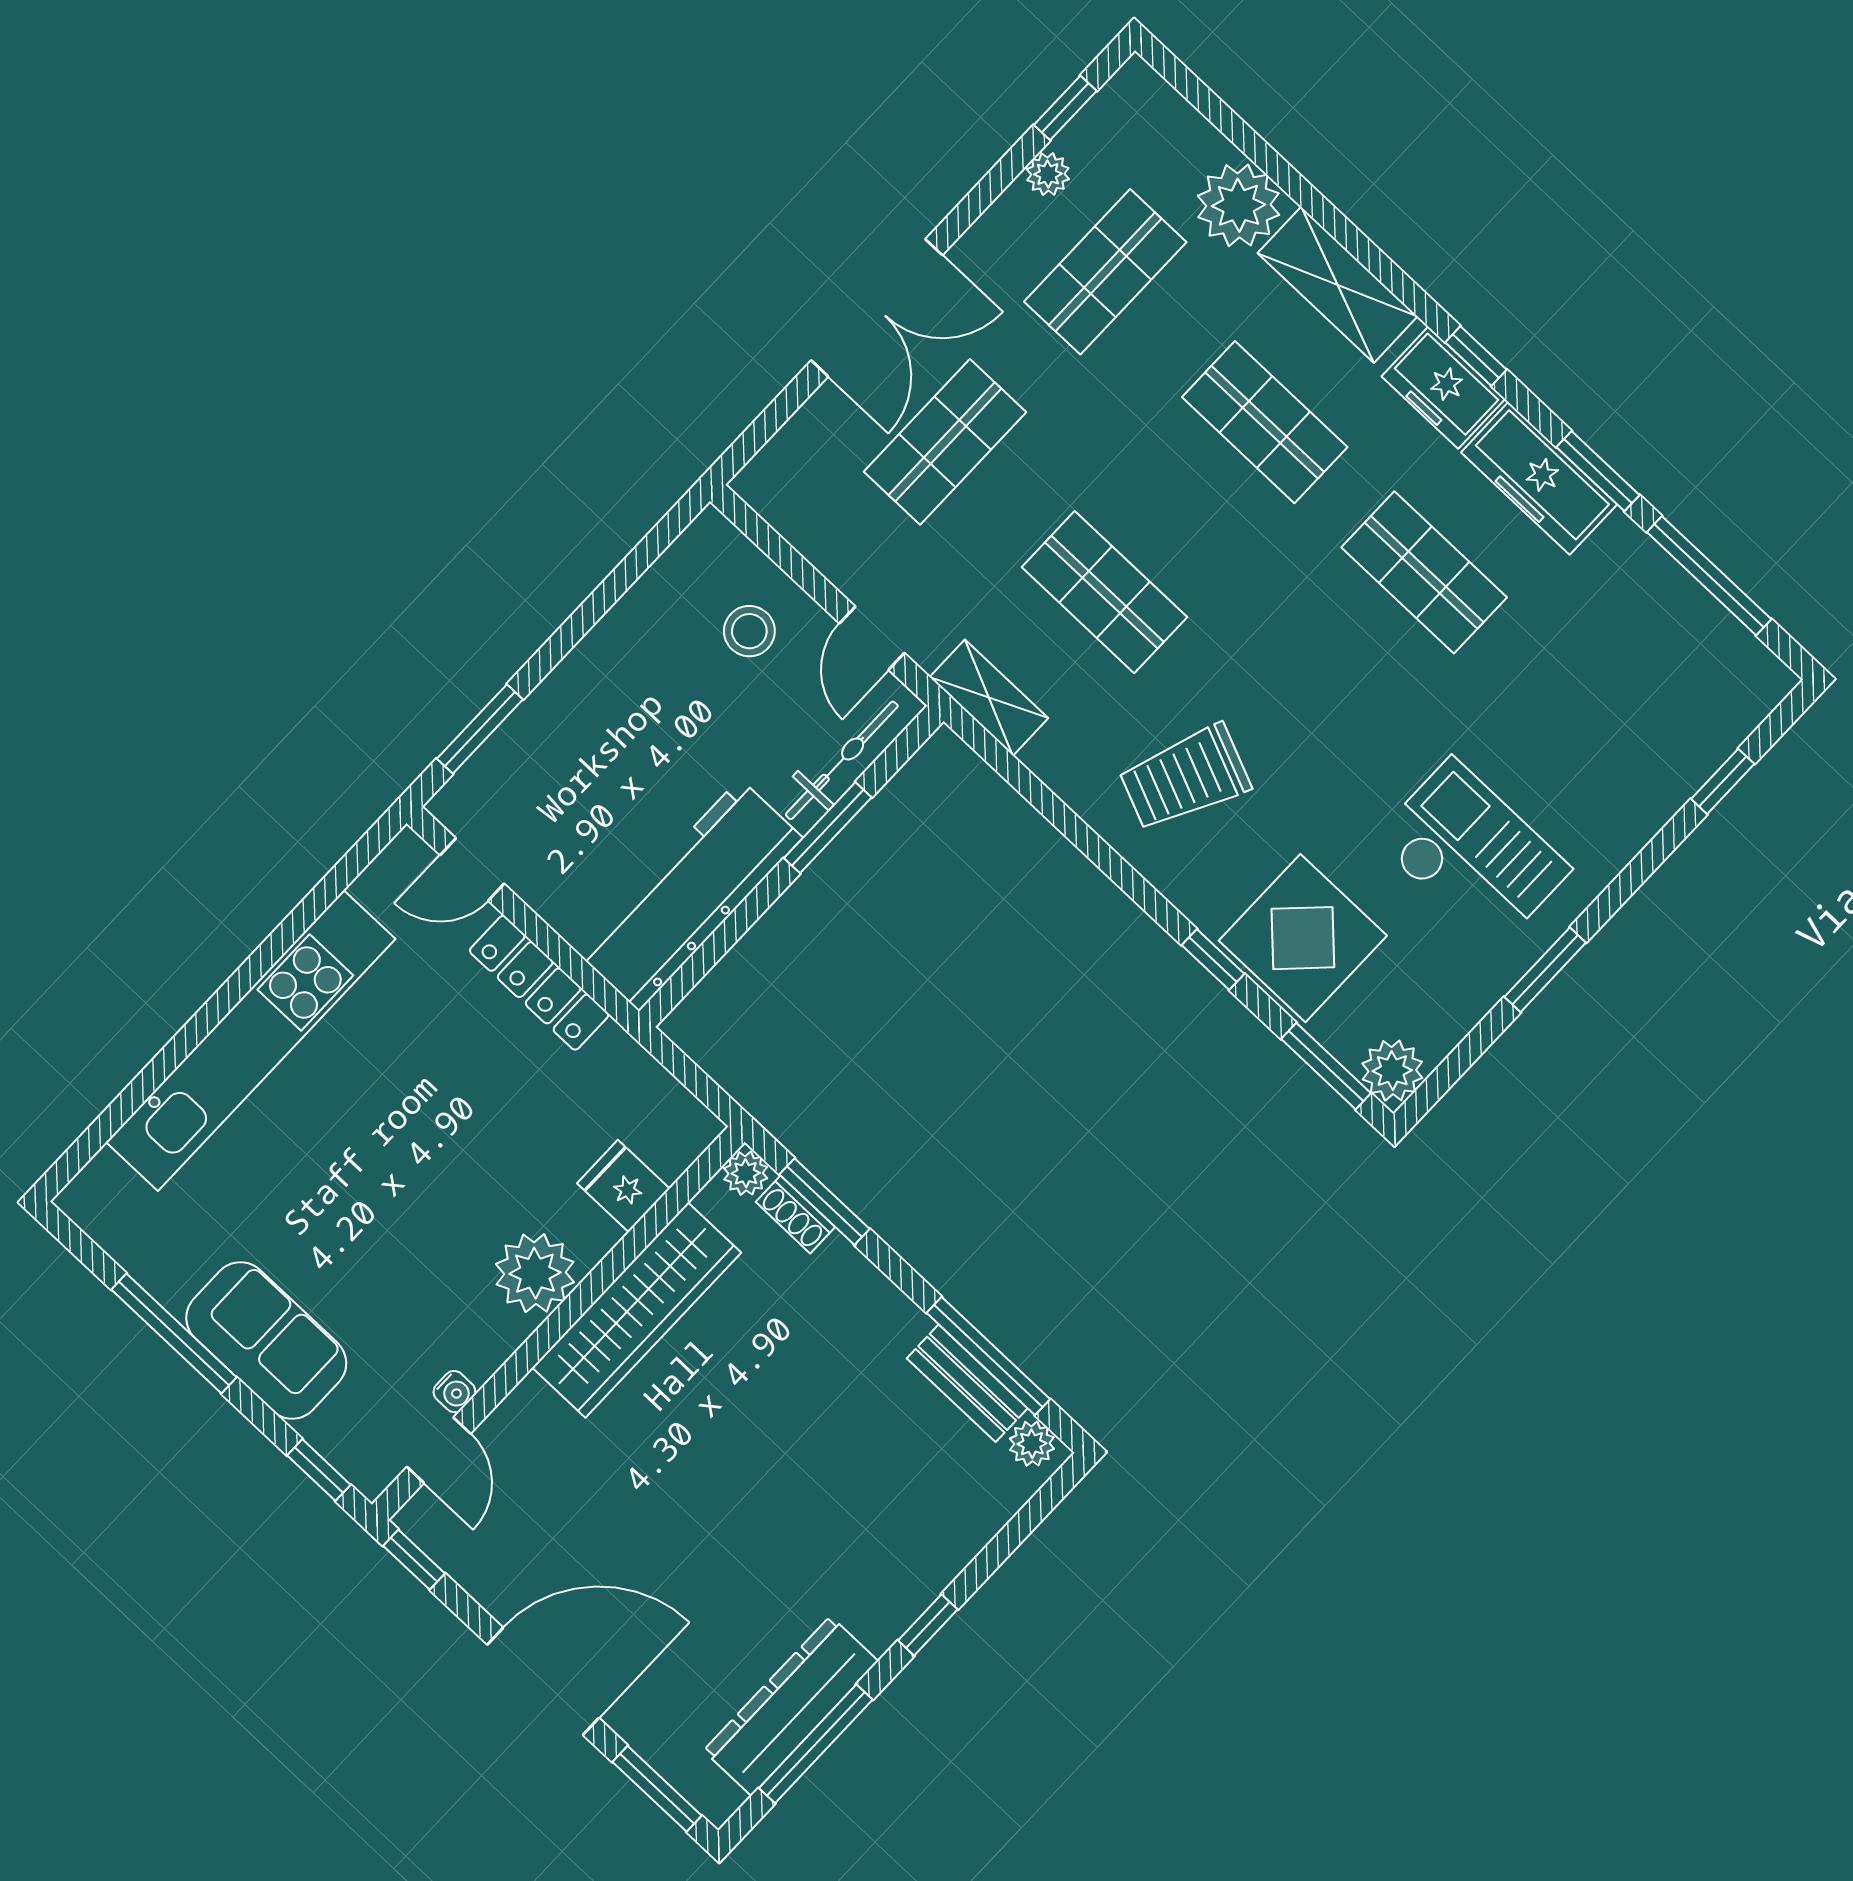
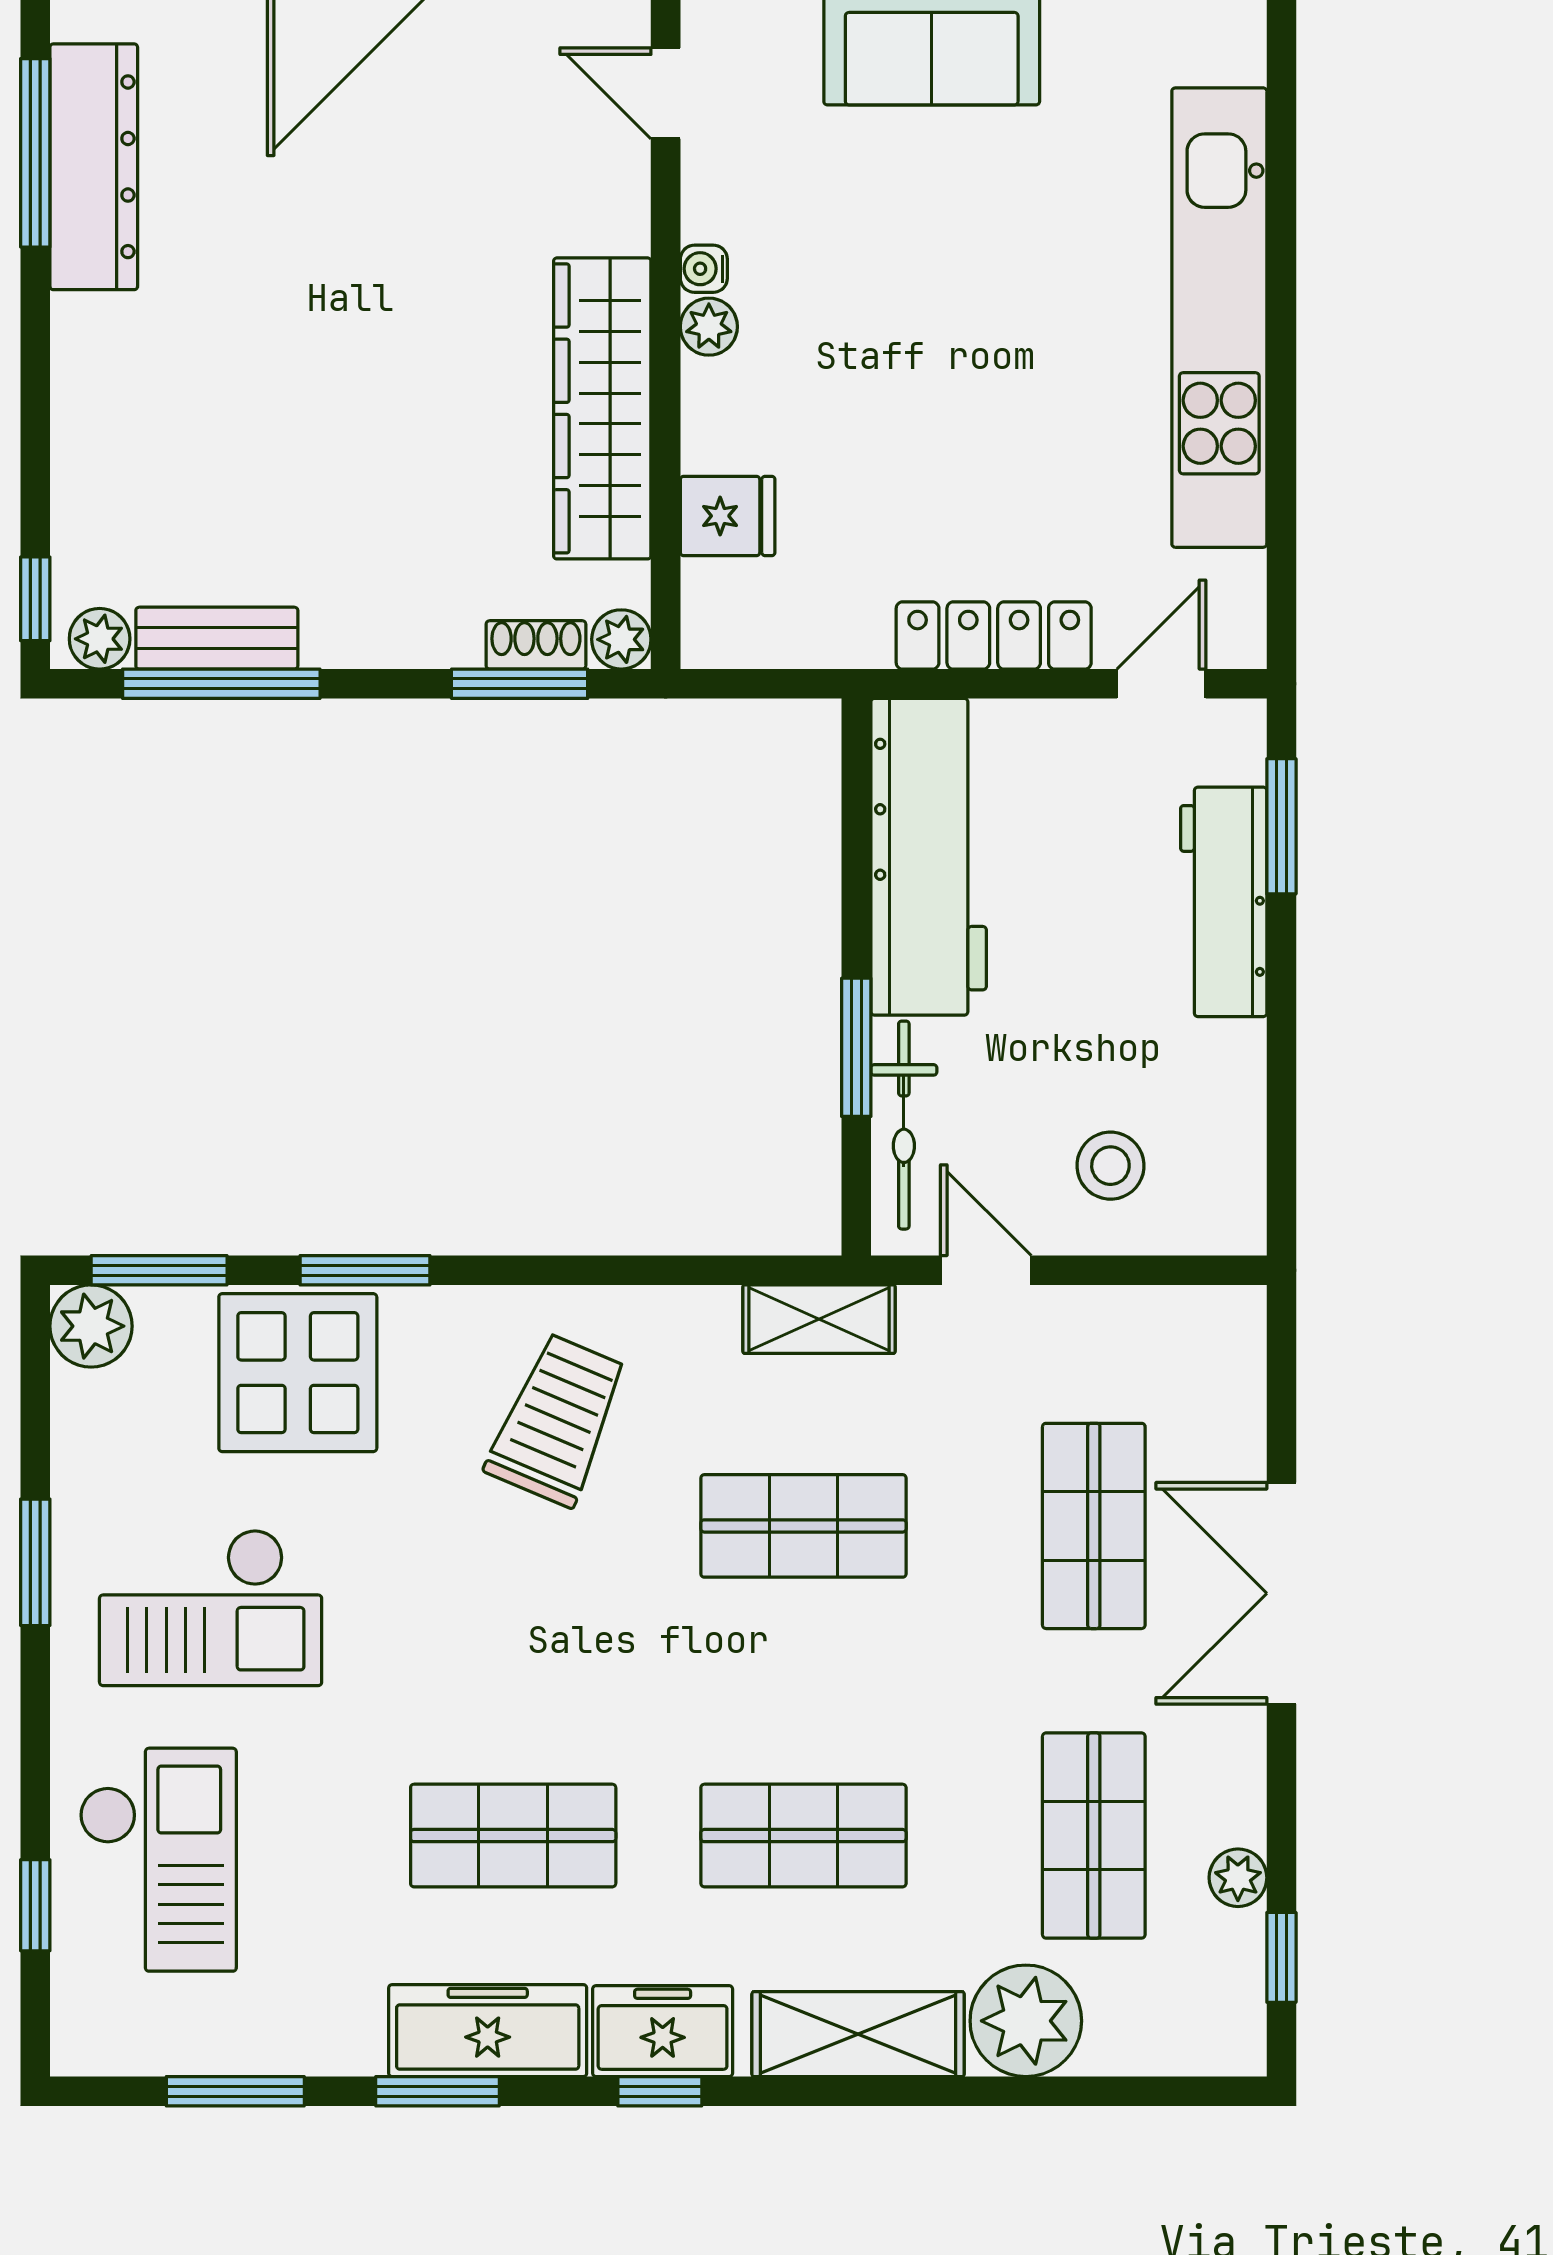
window: (1709, 576) -> (235, 2091), width x0.69
workbench: (551, 717) -> (1224, 902), added
checkout: (1632, 743) -> (158, 1860), added
window: (1213, 960) -> (365, 1270), width x1.50
plant: (535, 1273) -> (709, 327), width x0.53, depth x0.53
water cooler: (454, 1392) -> (704, 269), moved
window: (928, 1625) -> (35, 599), moved

